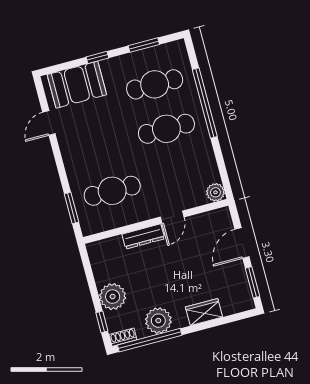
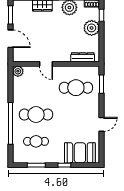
cafe table: (155, 84) -> (36, 141), width x0.73, depth x0.74
door: (49, 123) -> (101, 124), moved
door: (172, 217) -> (46, 64), swing flipped
dresser: (143, 236) -> (83, 57), moved
door: (242, 243) -> (10, 39), hinge flipped

